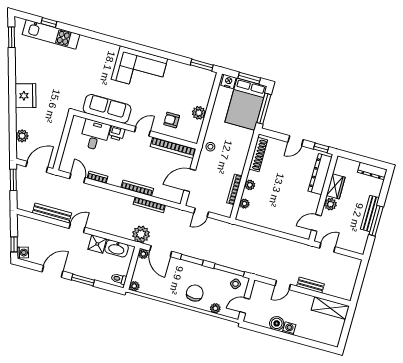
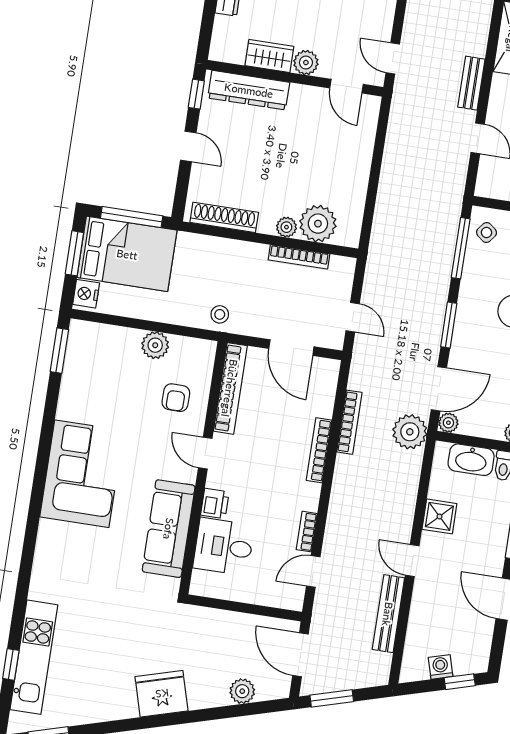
plant: (244, 204) -> (318, 224), width x1.88, depth x1.88
washbasin: (117, 248) -> (471, 460), moved, turned 90
washing machine: (23, 253) -> (441, 667), moved

